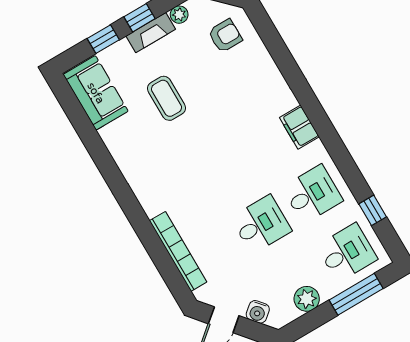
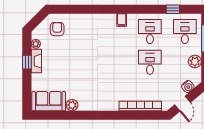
window: (103, 39) -> (27, 84), removed
coffee table: (166, 98) -> (70, 71), removed
filing cabinet: (299, 127) -> (122, 20), width x0.50
plant: (112, 136) -> (72, 105), added

